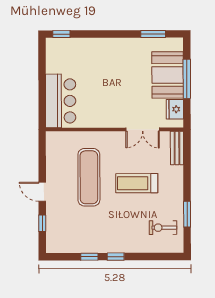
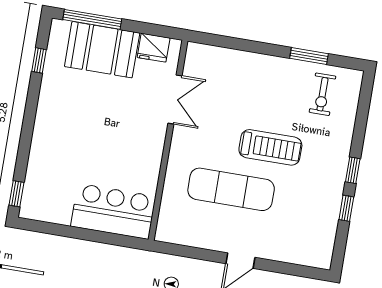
window: (153, 34) -> (39, 60), width x0.67
window: (187, 79) -> (92, 19), moved
bench: (177, 148) -> (210, 54), removed
treadmill: (137, 183) -> (270, 147), moved, turned -90
window: (42, 223) -> (286, 268), removed

